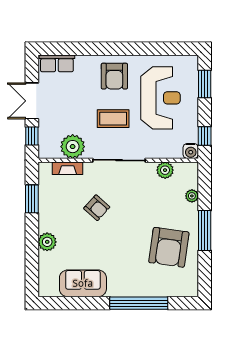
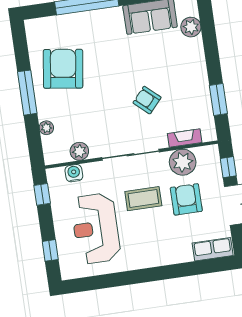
armchair: (114, 76) -> (186, 199), moved
window: (205, 84) -> (50, 250), width x0.67
water cooler: (191, 151) -> (74, 173), moved
plant: (47, 242) -> (191, 27), moved

